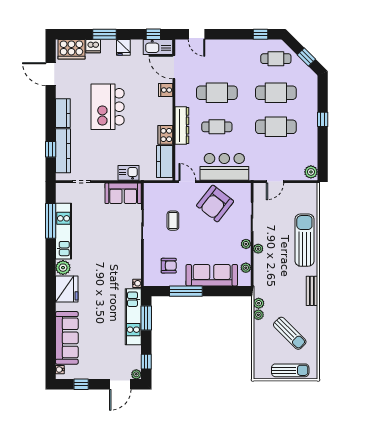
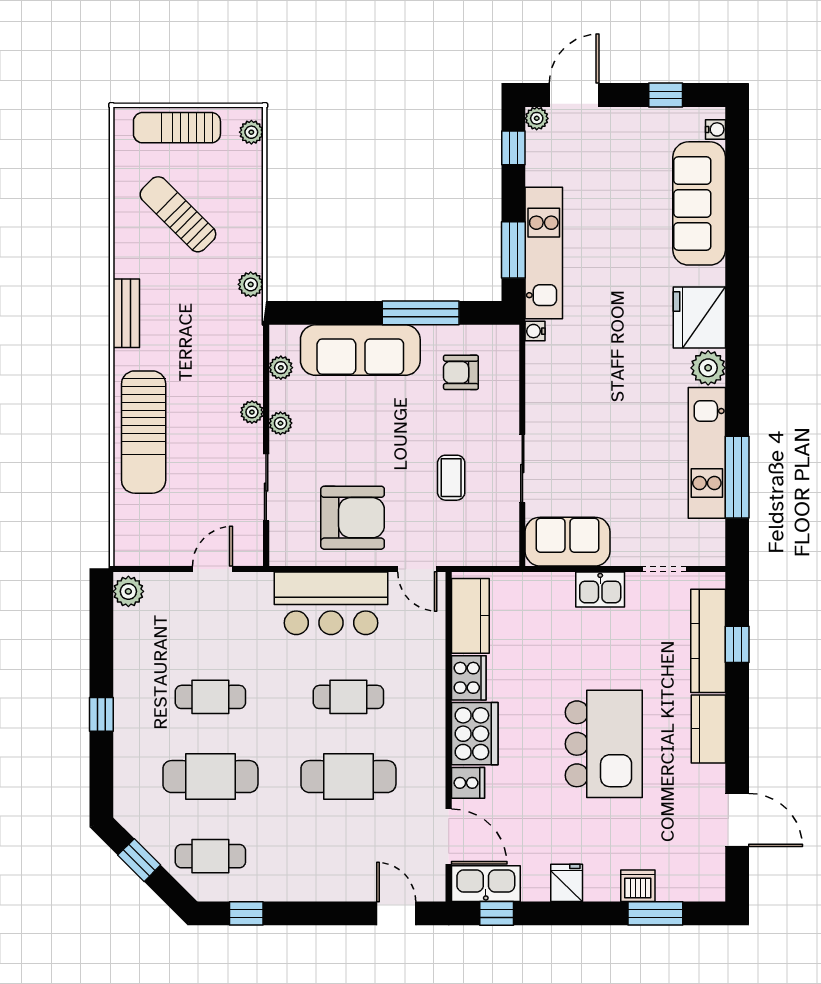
window: (105, 34) -> (655, 913), moved
cooker: (71, 49) -> (475, 734), moved, turned 90
dresser: (182, 126) -> (430, 700), removed
cafe table: (276, 127) -> (210, 697), width x0.73, depth x0.74
kitchen sink: (128, 173) -> (600, 589), moved
armchair: (215, 203) -> (353, 518), turned 52
plant: (258, 315) -> (251, 132), moved

